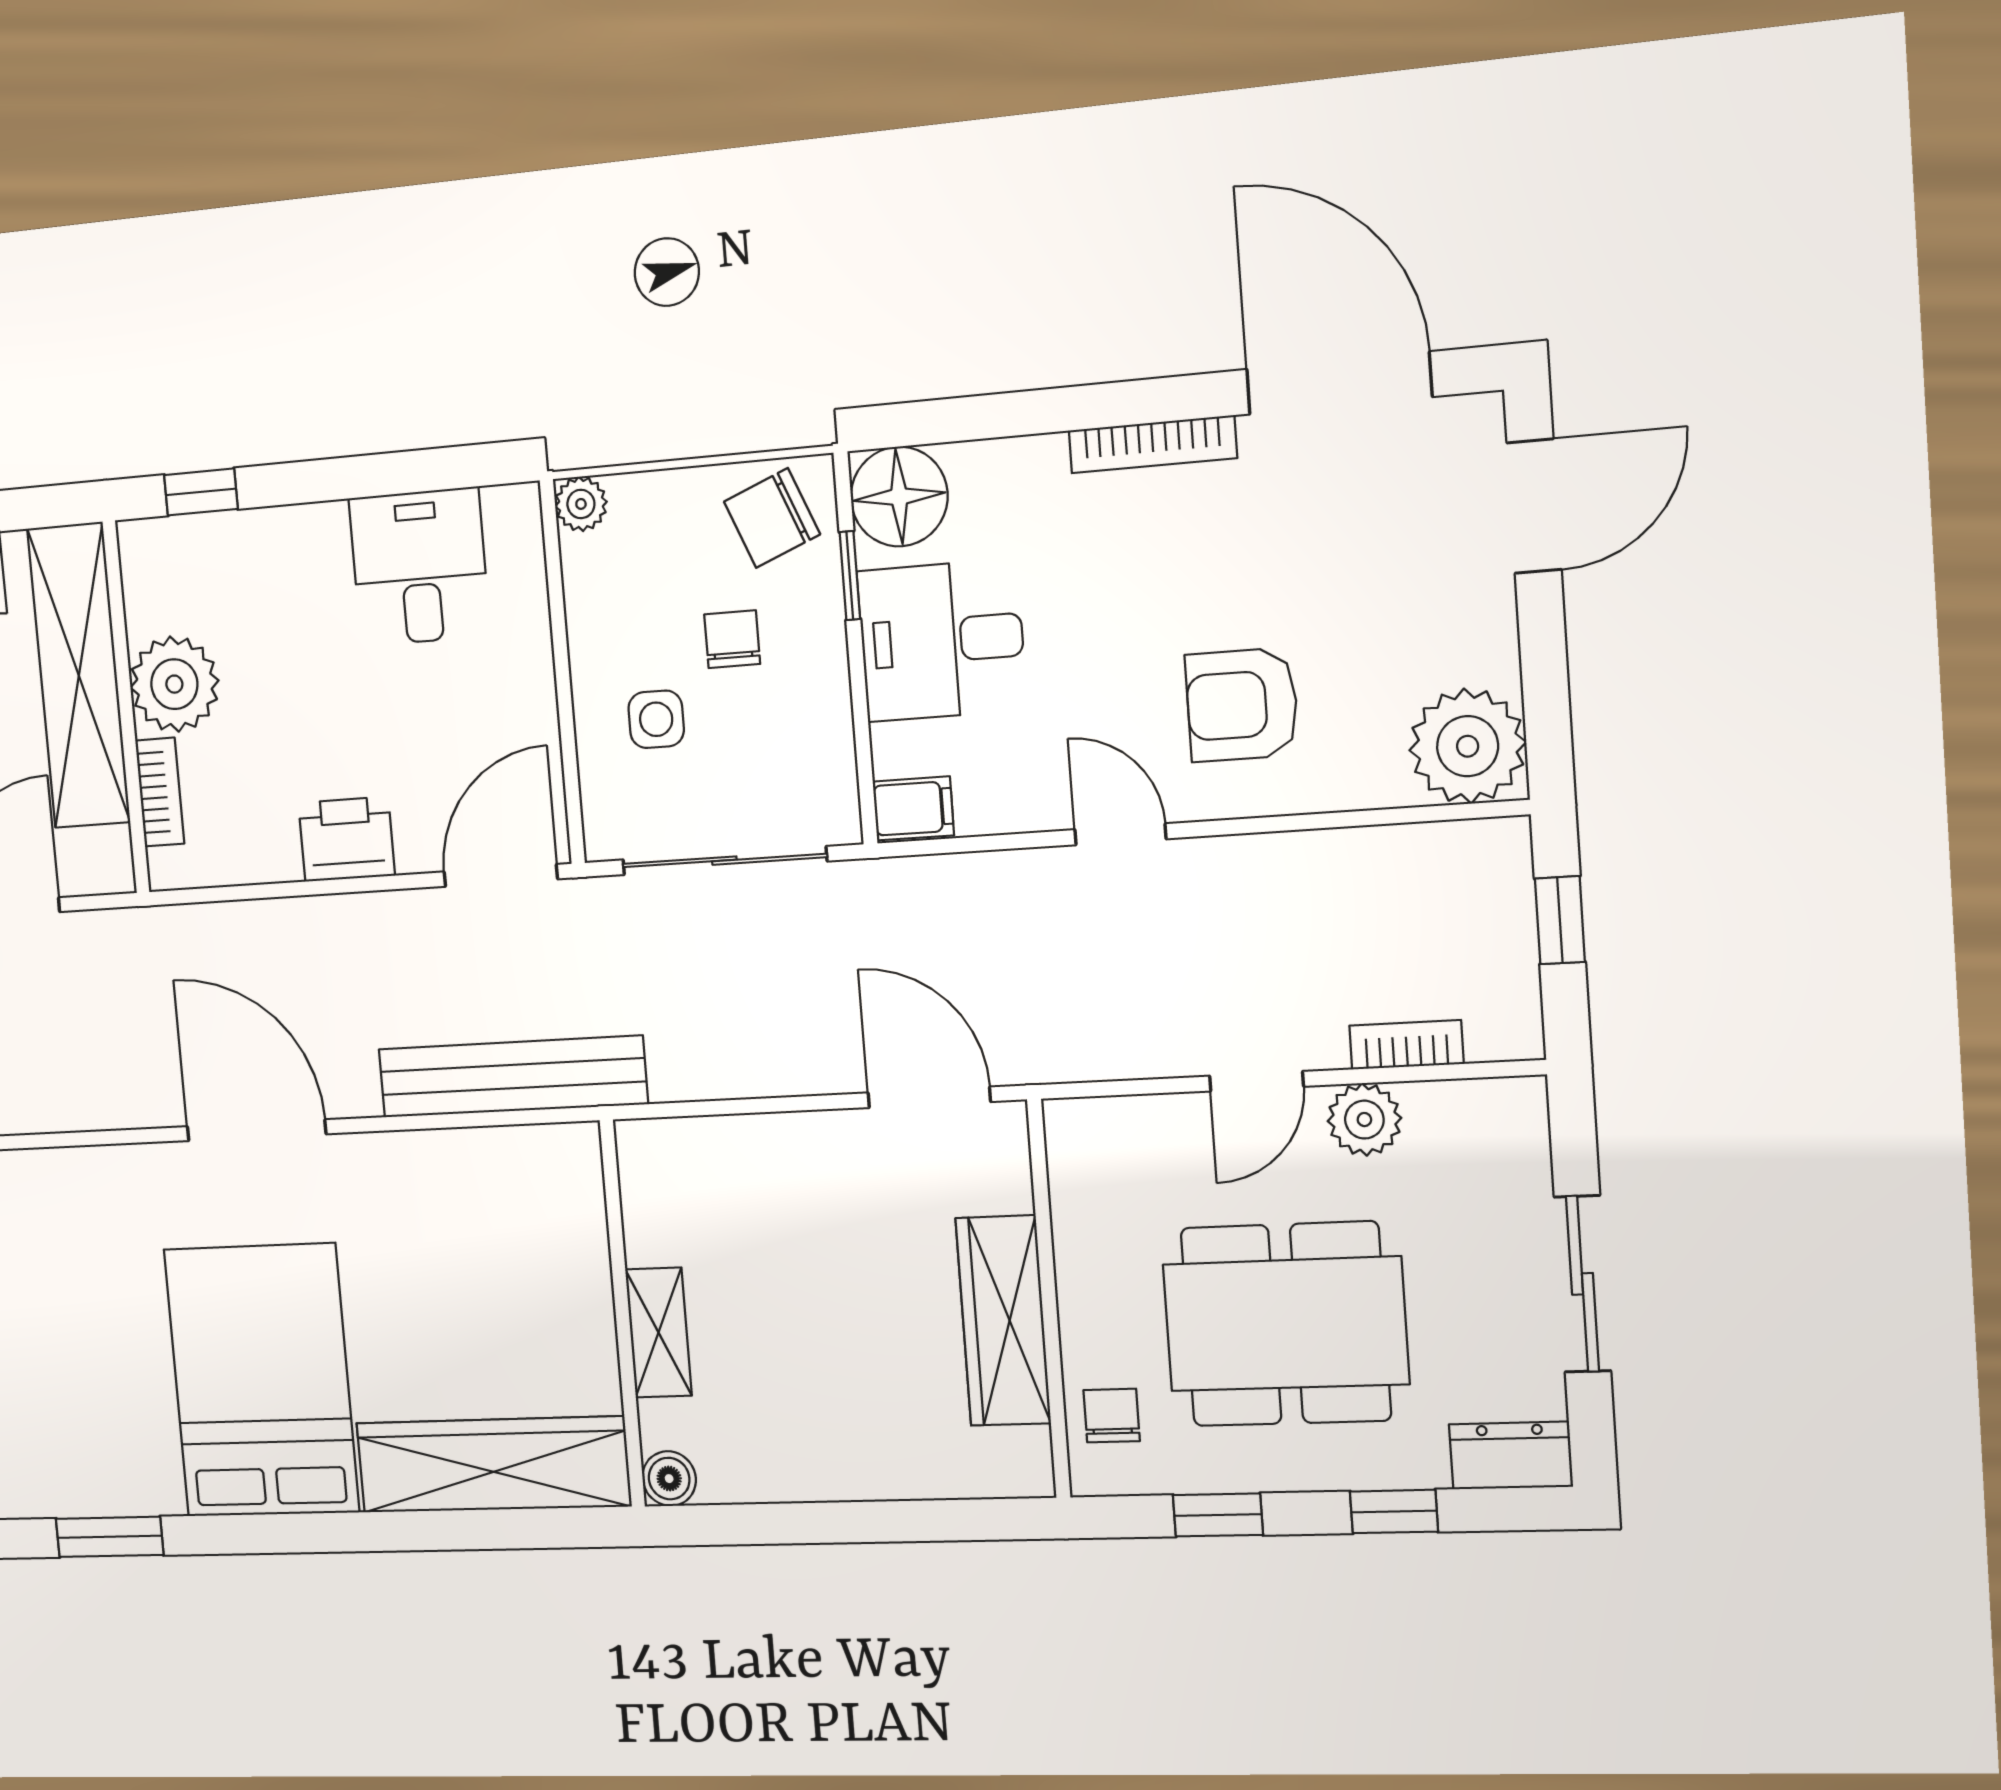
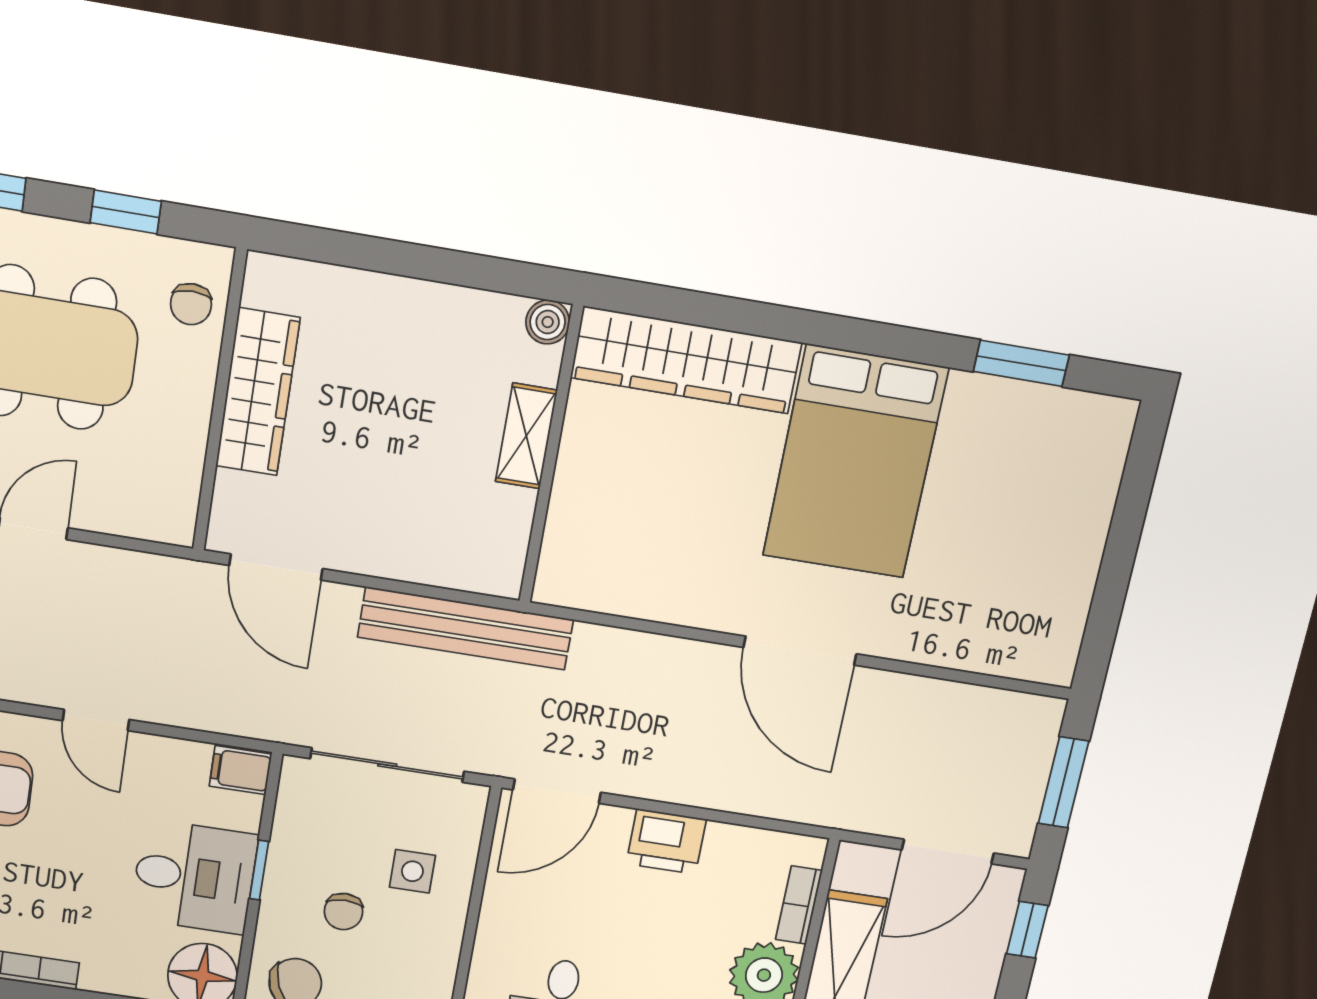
window: (850, 576) -> (259, 870), moved
bench: (513, 1077) -> (466, 628), moved

